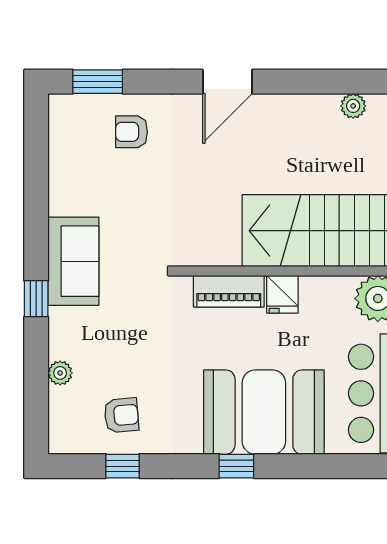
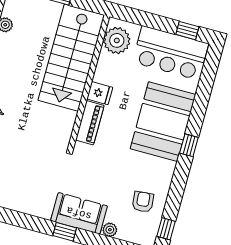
sofa: (73, 261) -> (79, 213), moved
window: (122, 466) -> (166, 229), moved

